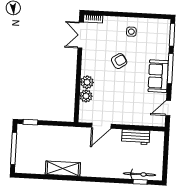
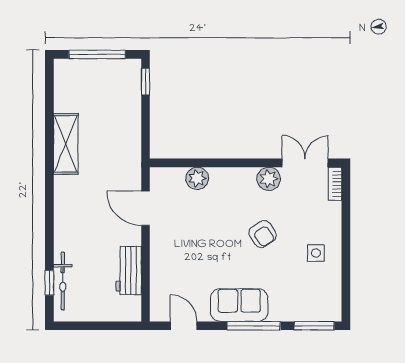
plant: (87, 82) -> (269, 179), moved

